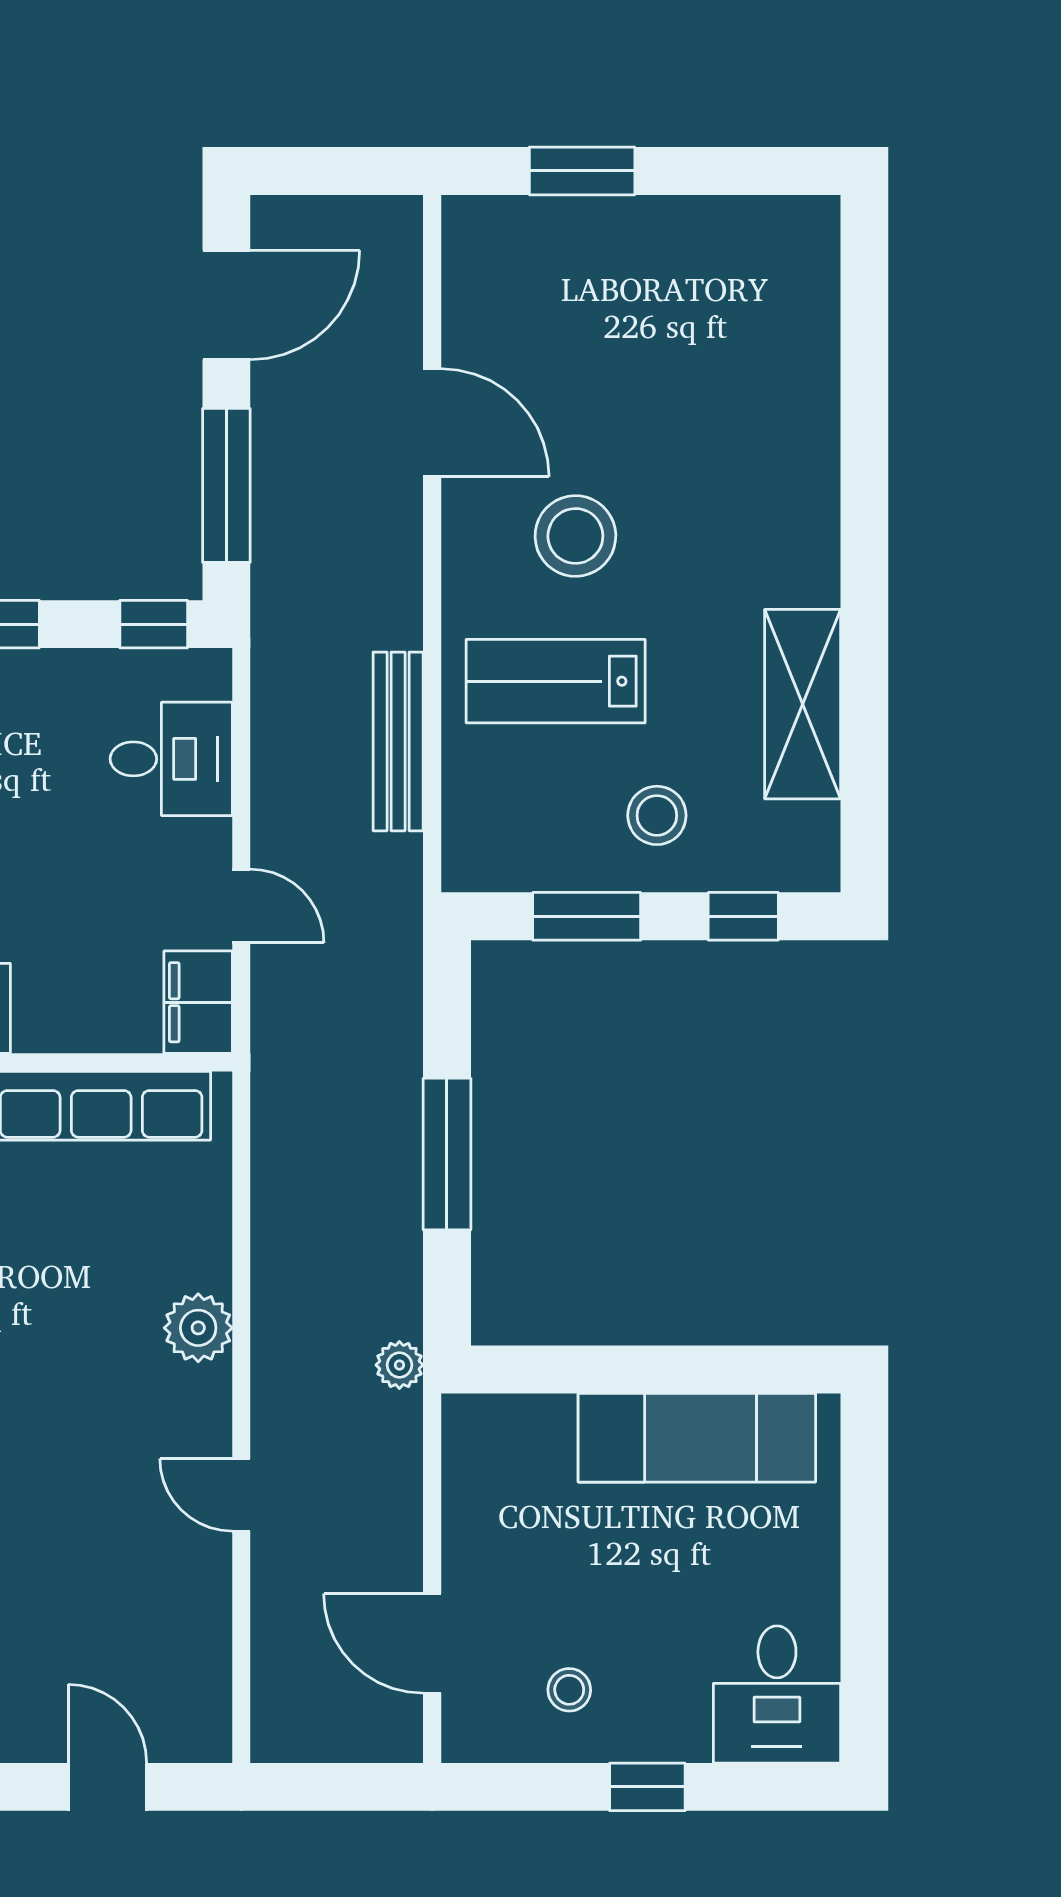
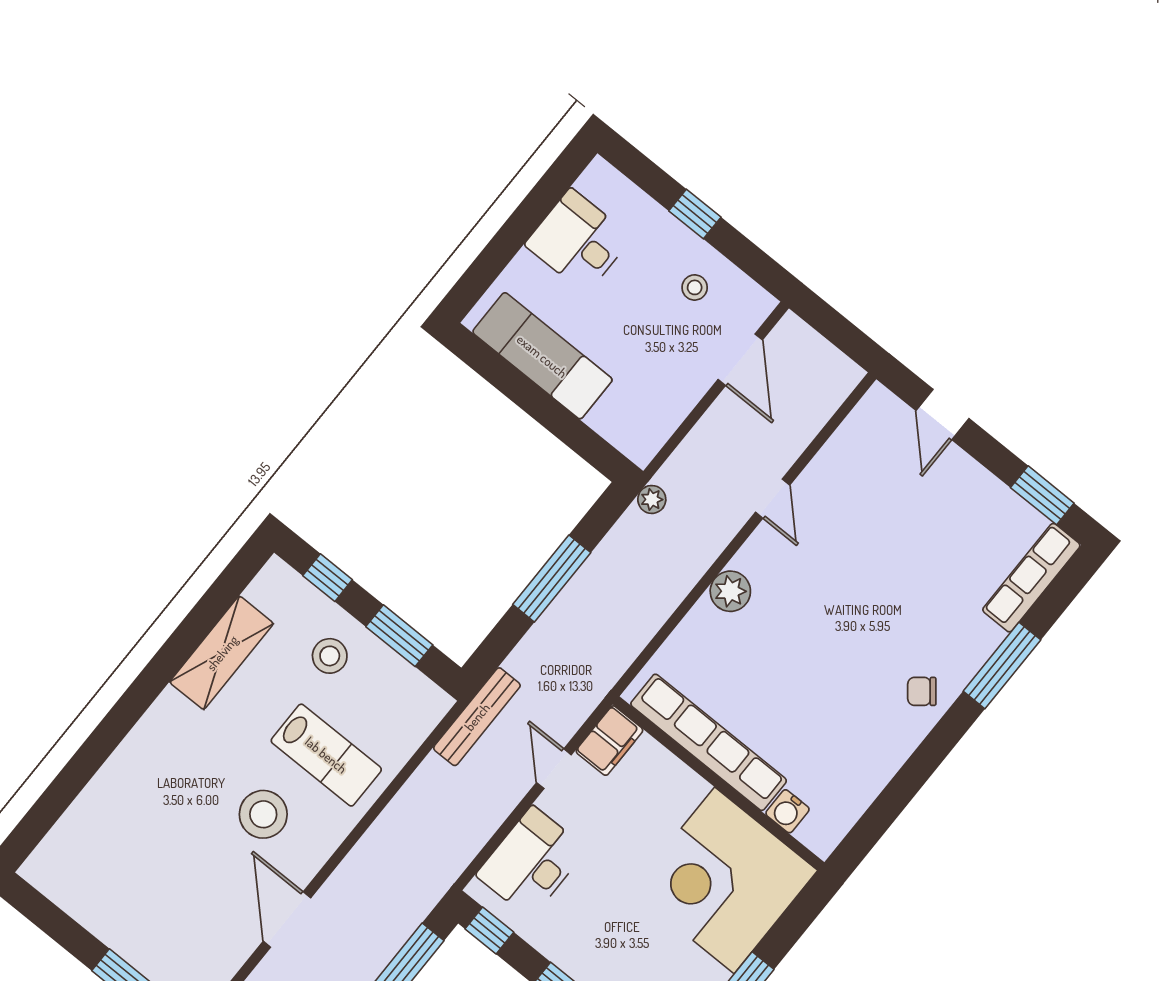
bench: (398, 741) -> (477, 717), moved
desk: (171, 759) -> (531, 862), width x1.37
desk: (777, 1694) -> (578, 241), moved, turned -90

